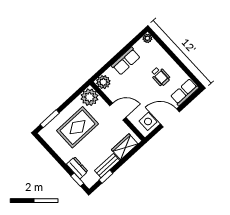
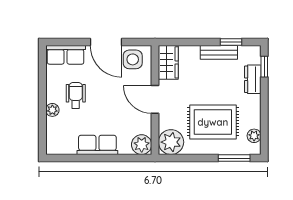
plant: (147, 38) -> (52, 110), moved
plant: (50, 139) -> (254, 136), added
wardrobe: (125, 147) -> (168, 62), moved, turned -90

